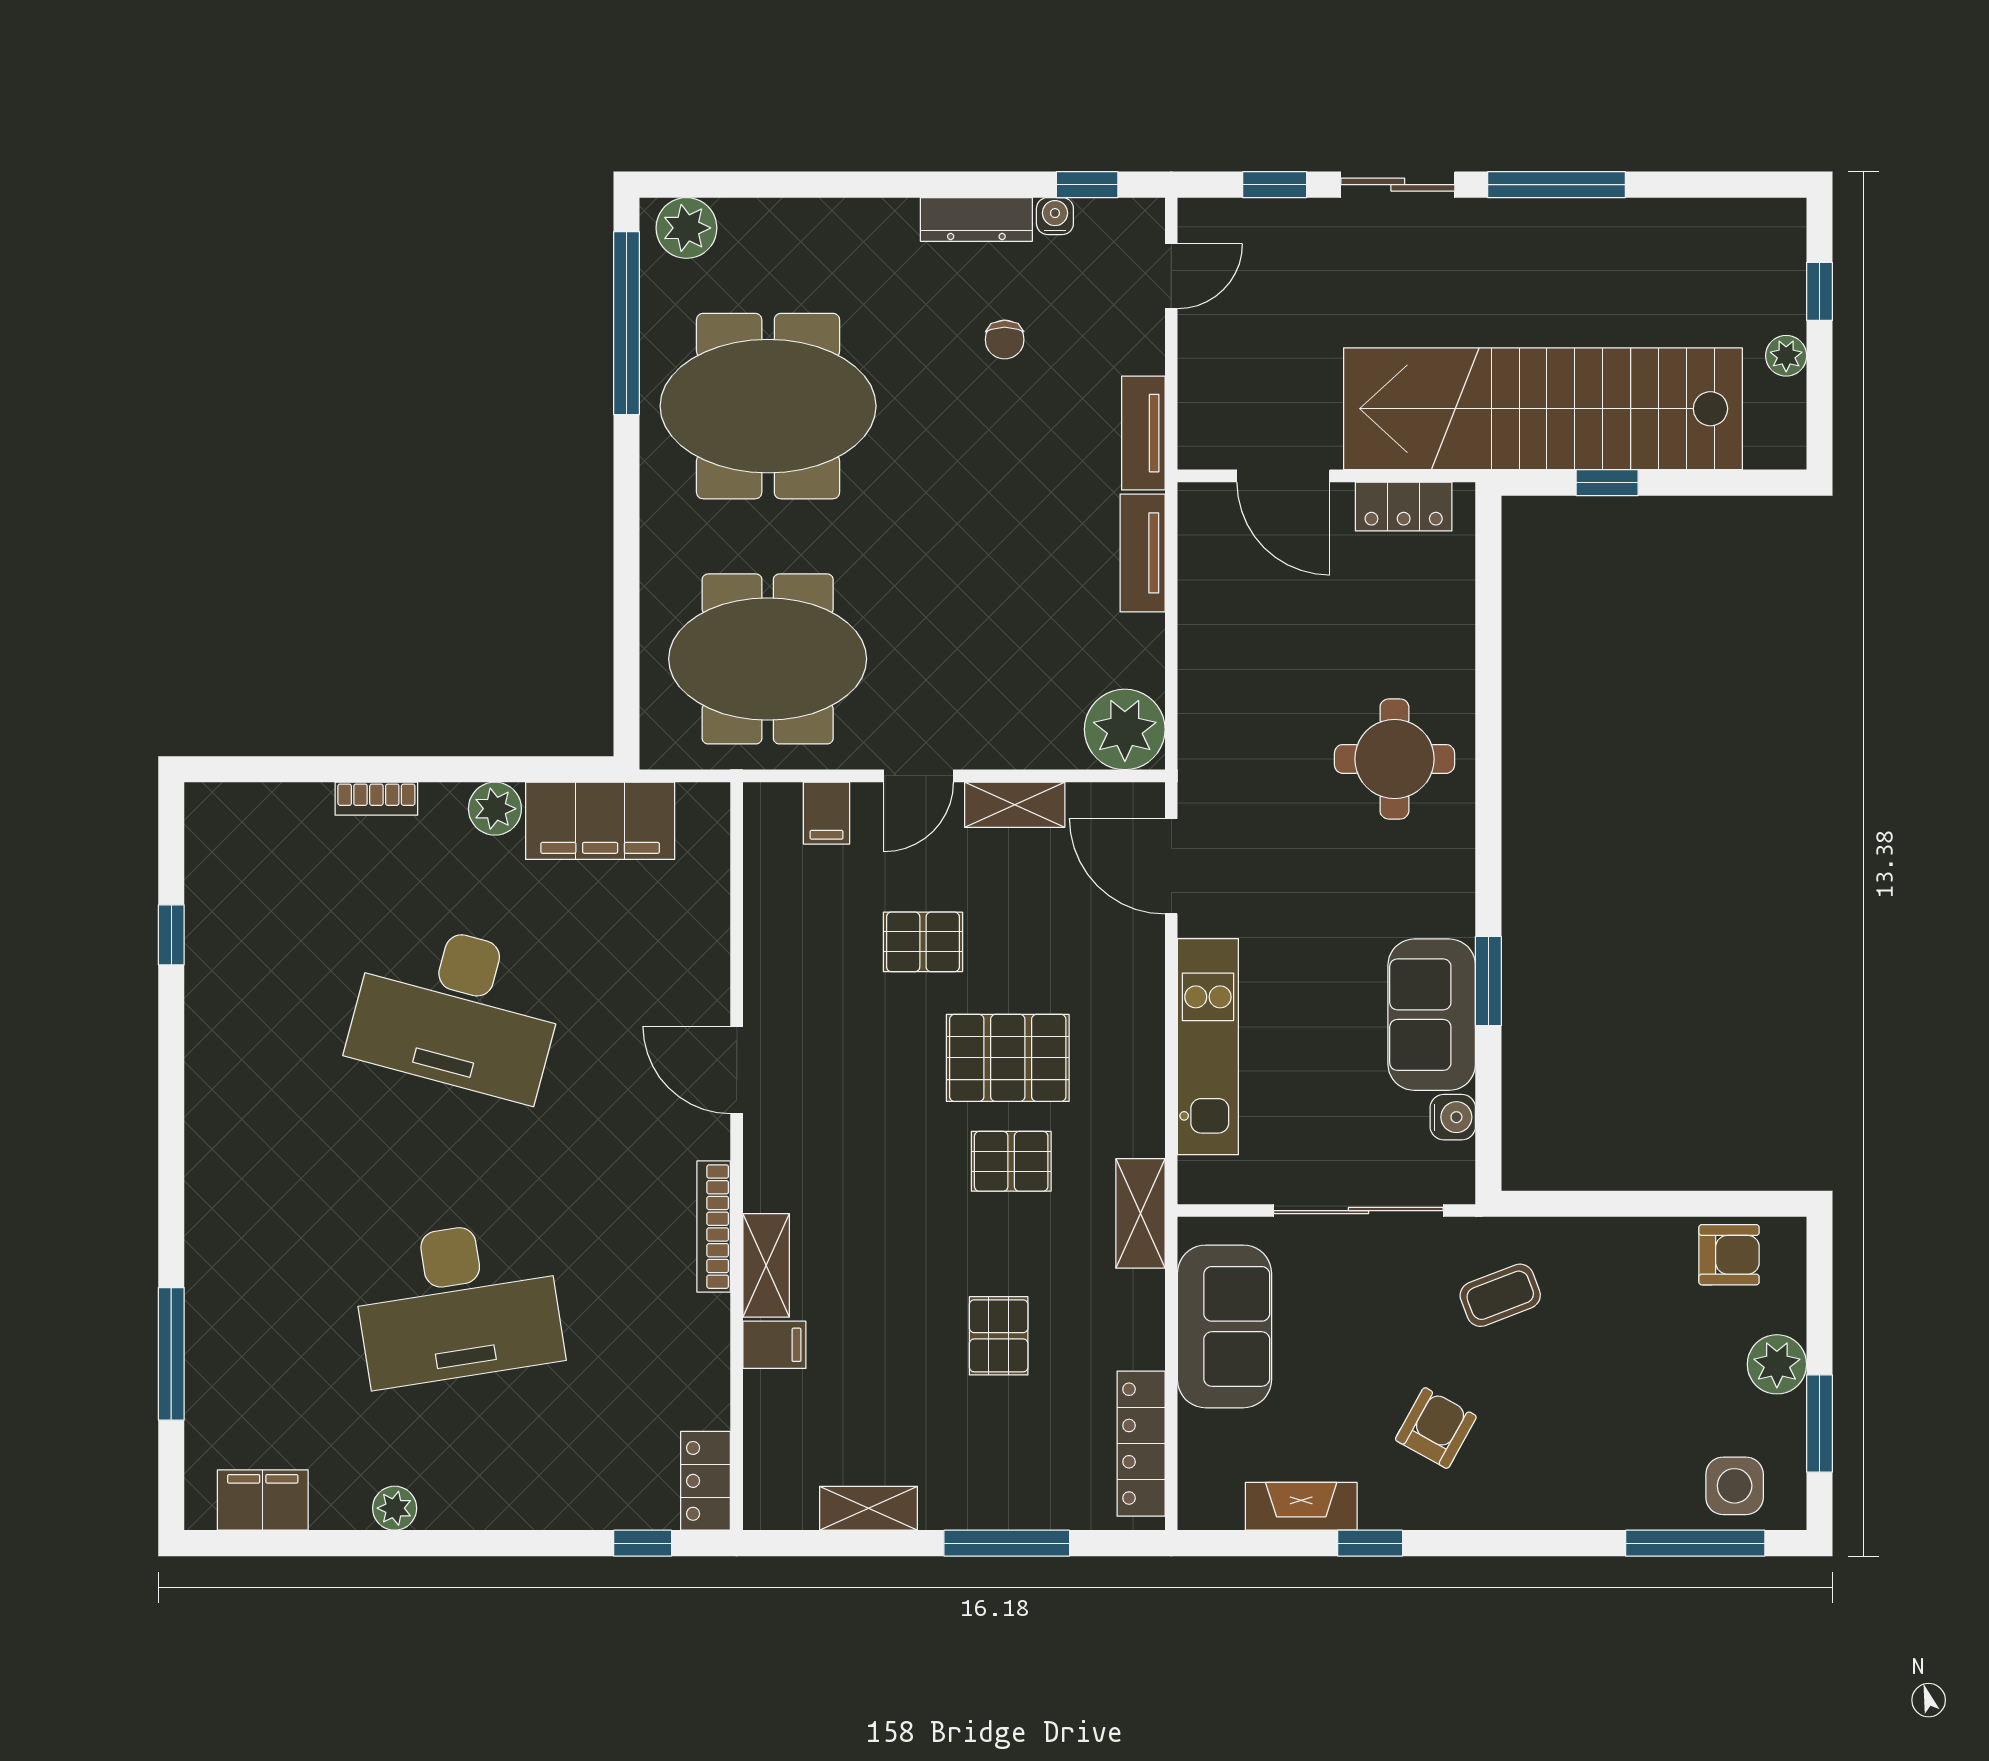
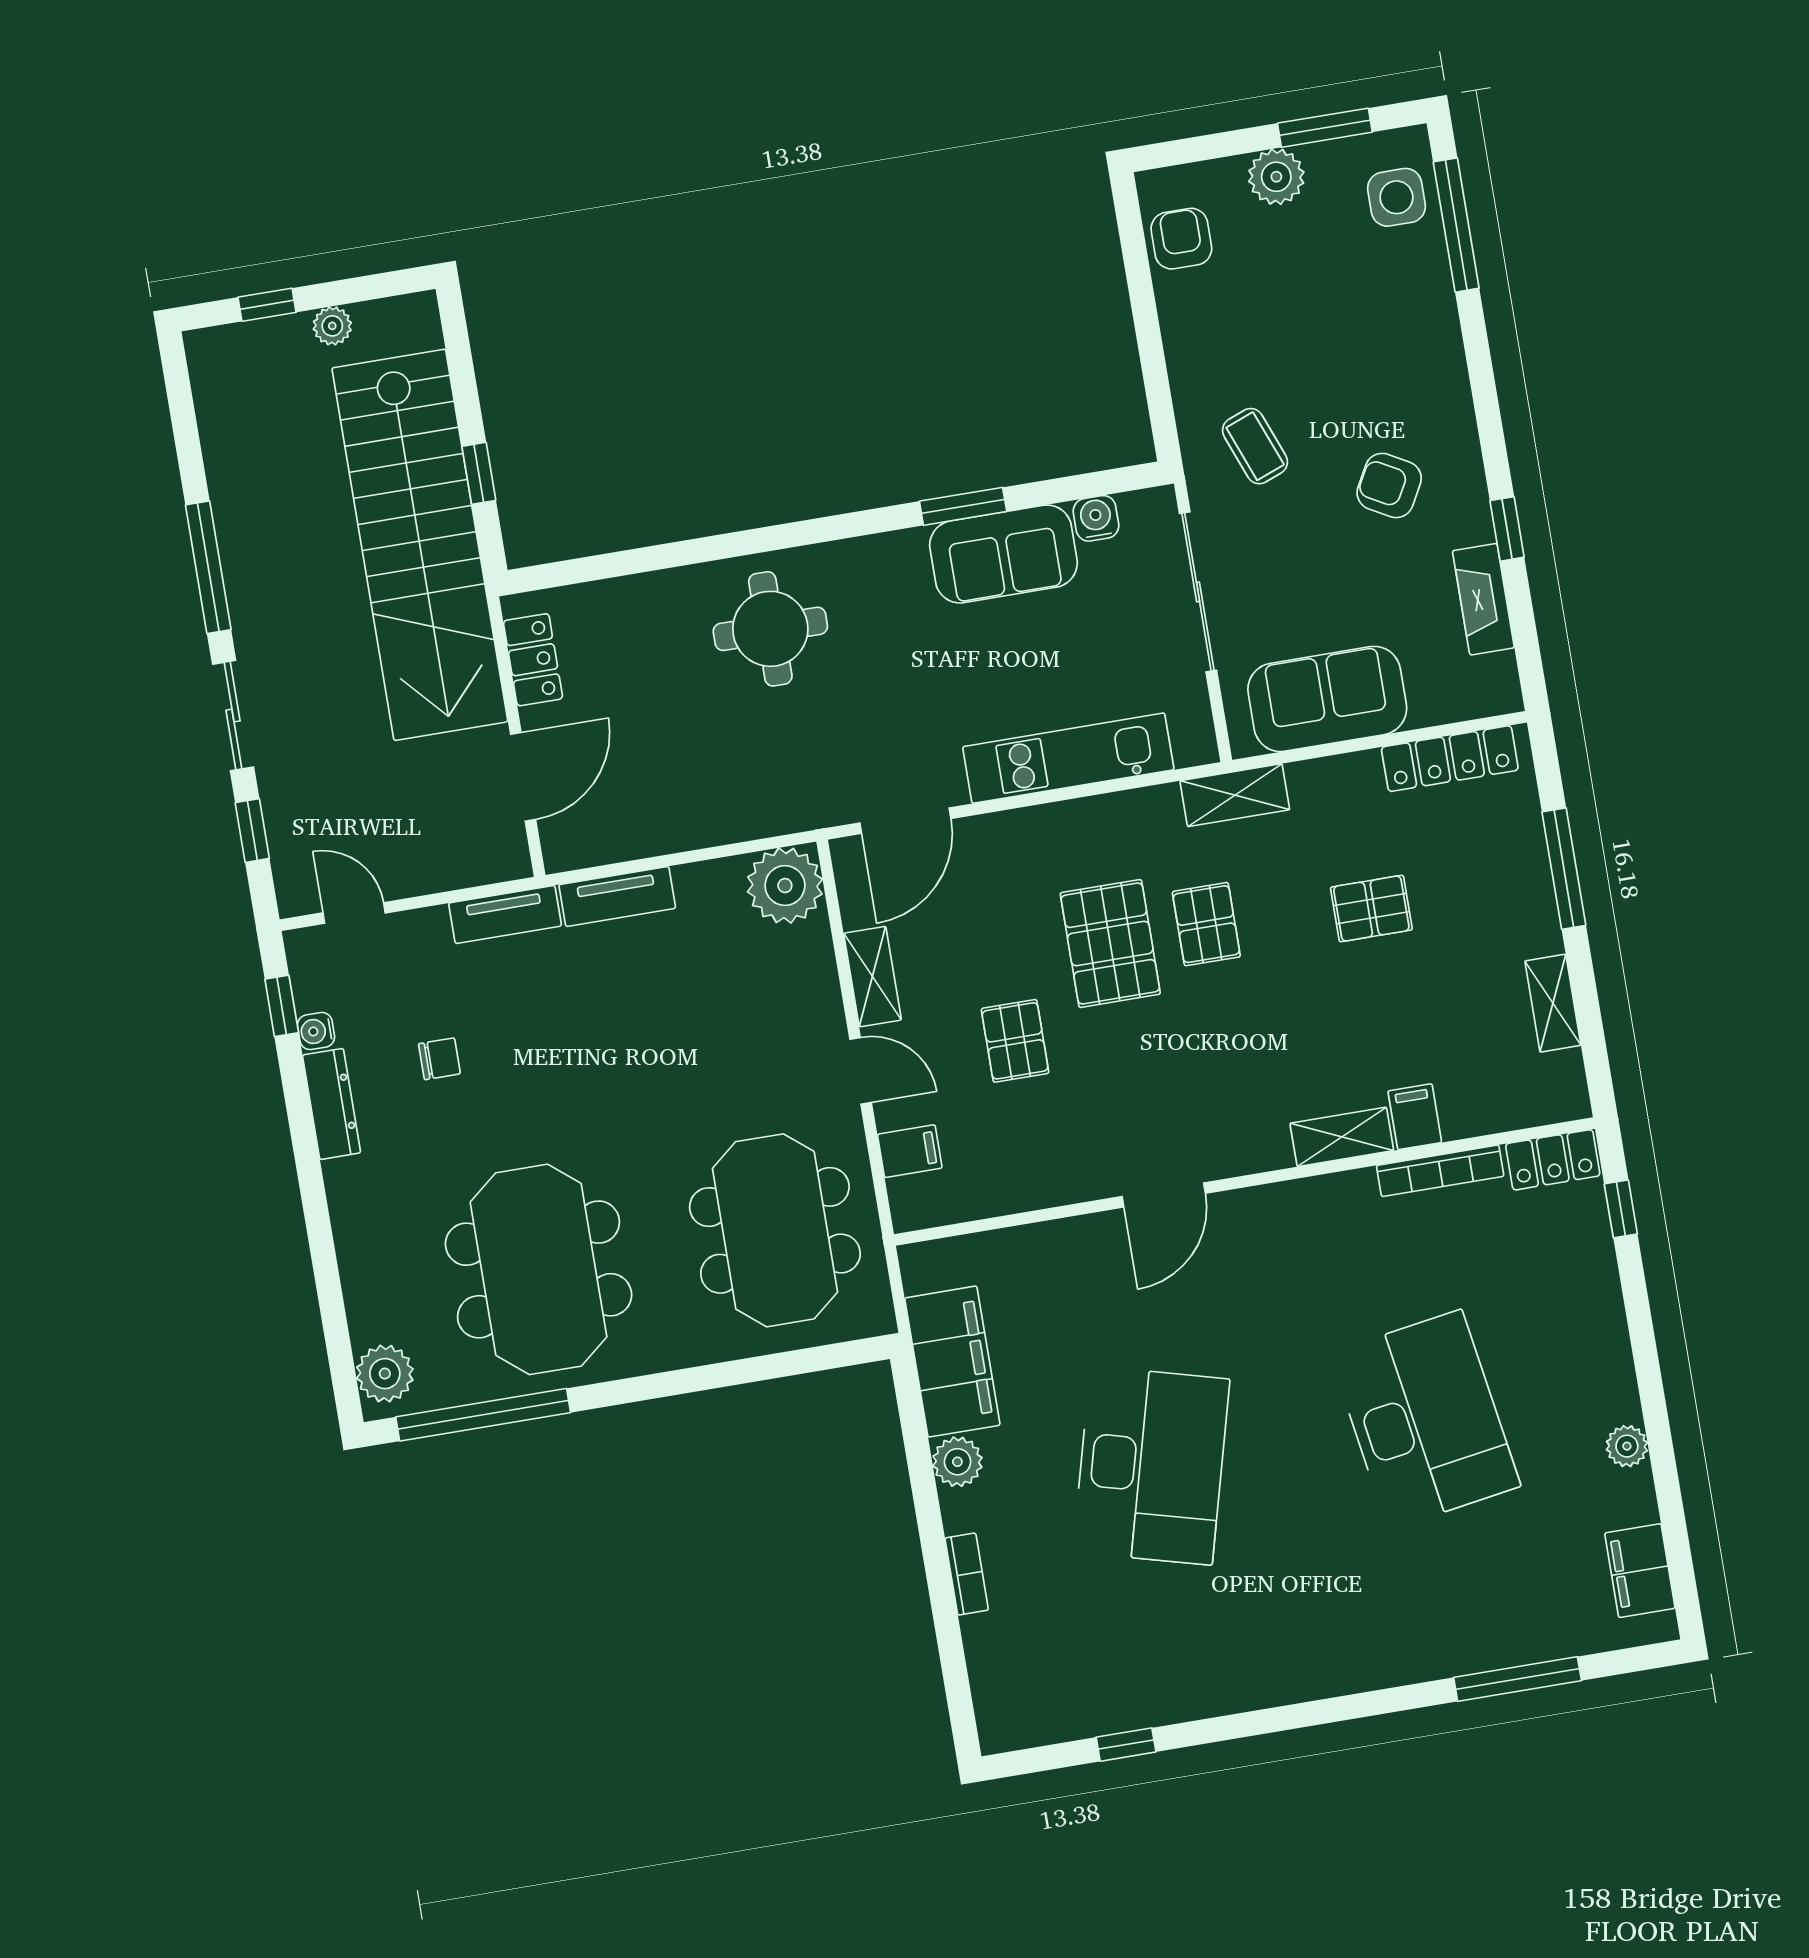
bookcase: (714, 1227) -> (1440, 1171), moved

